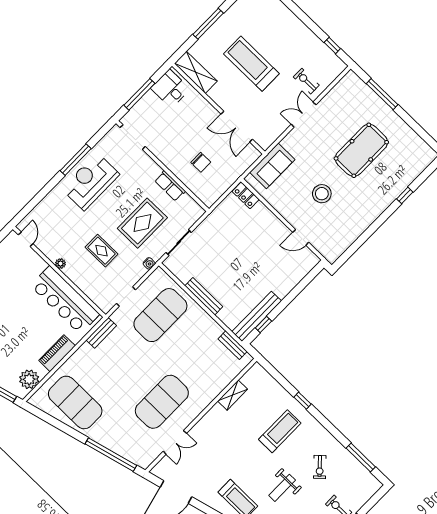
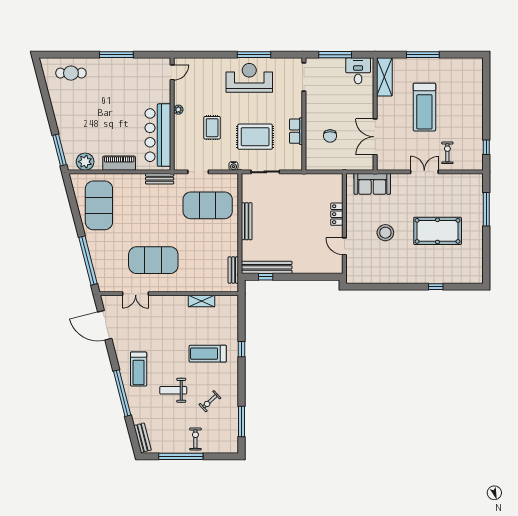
treadmill: (251, 64) -> (424, 107), turned 180
locker: (246, 195) -> (337, 214), moved
treadmill: (280, 431) -> (208, 354), turned 180

